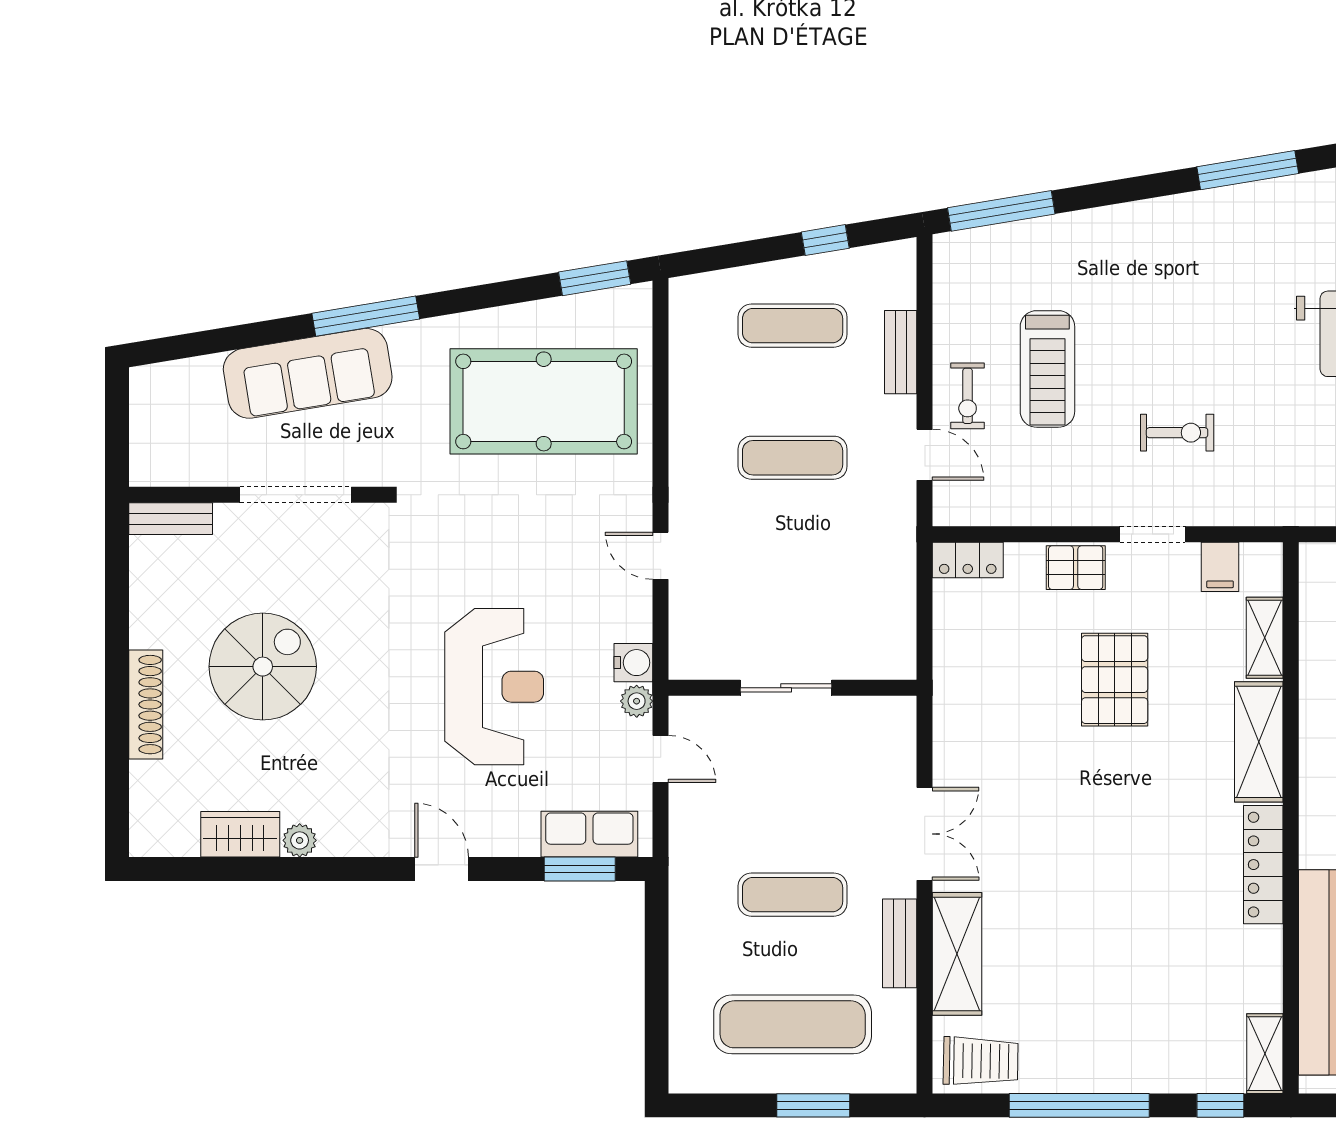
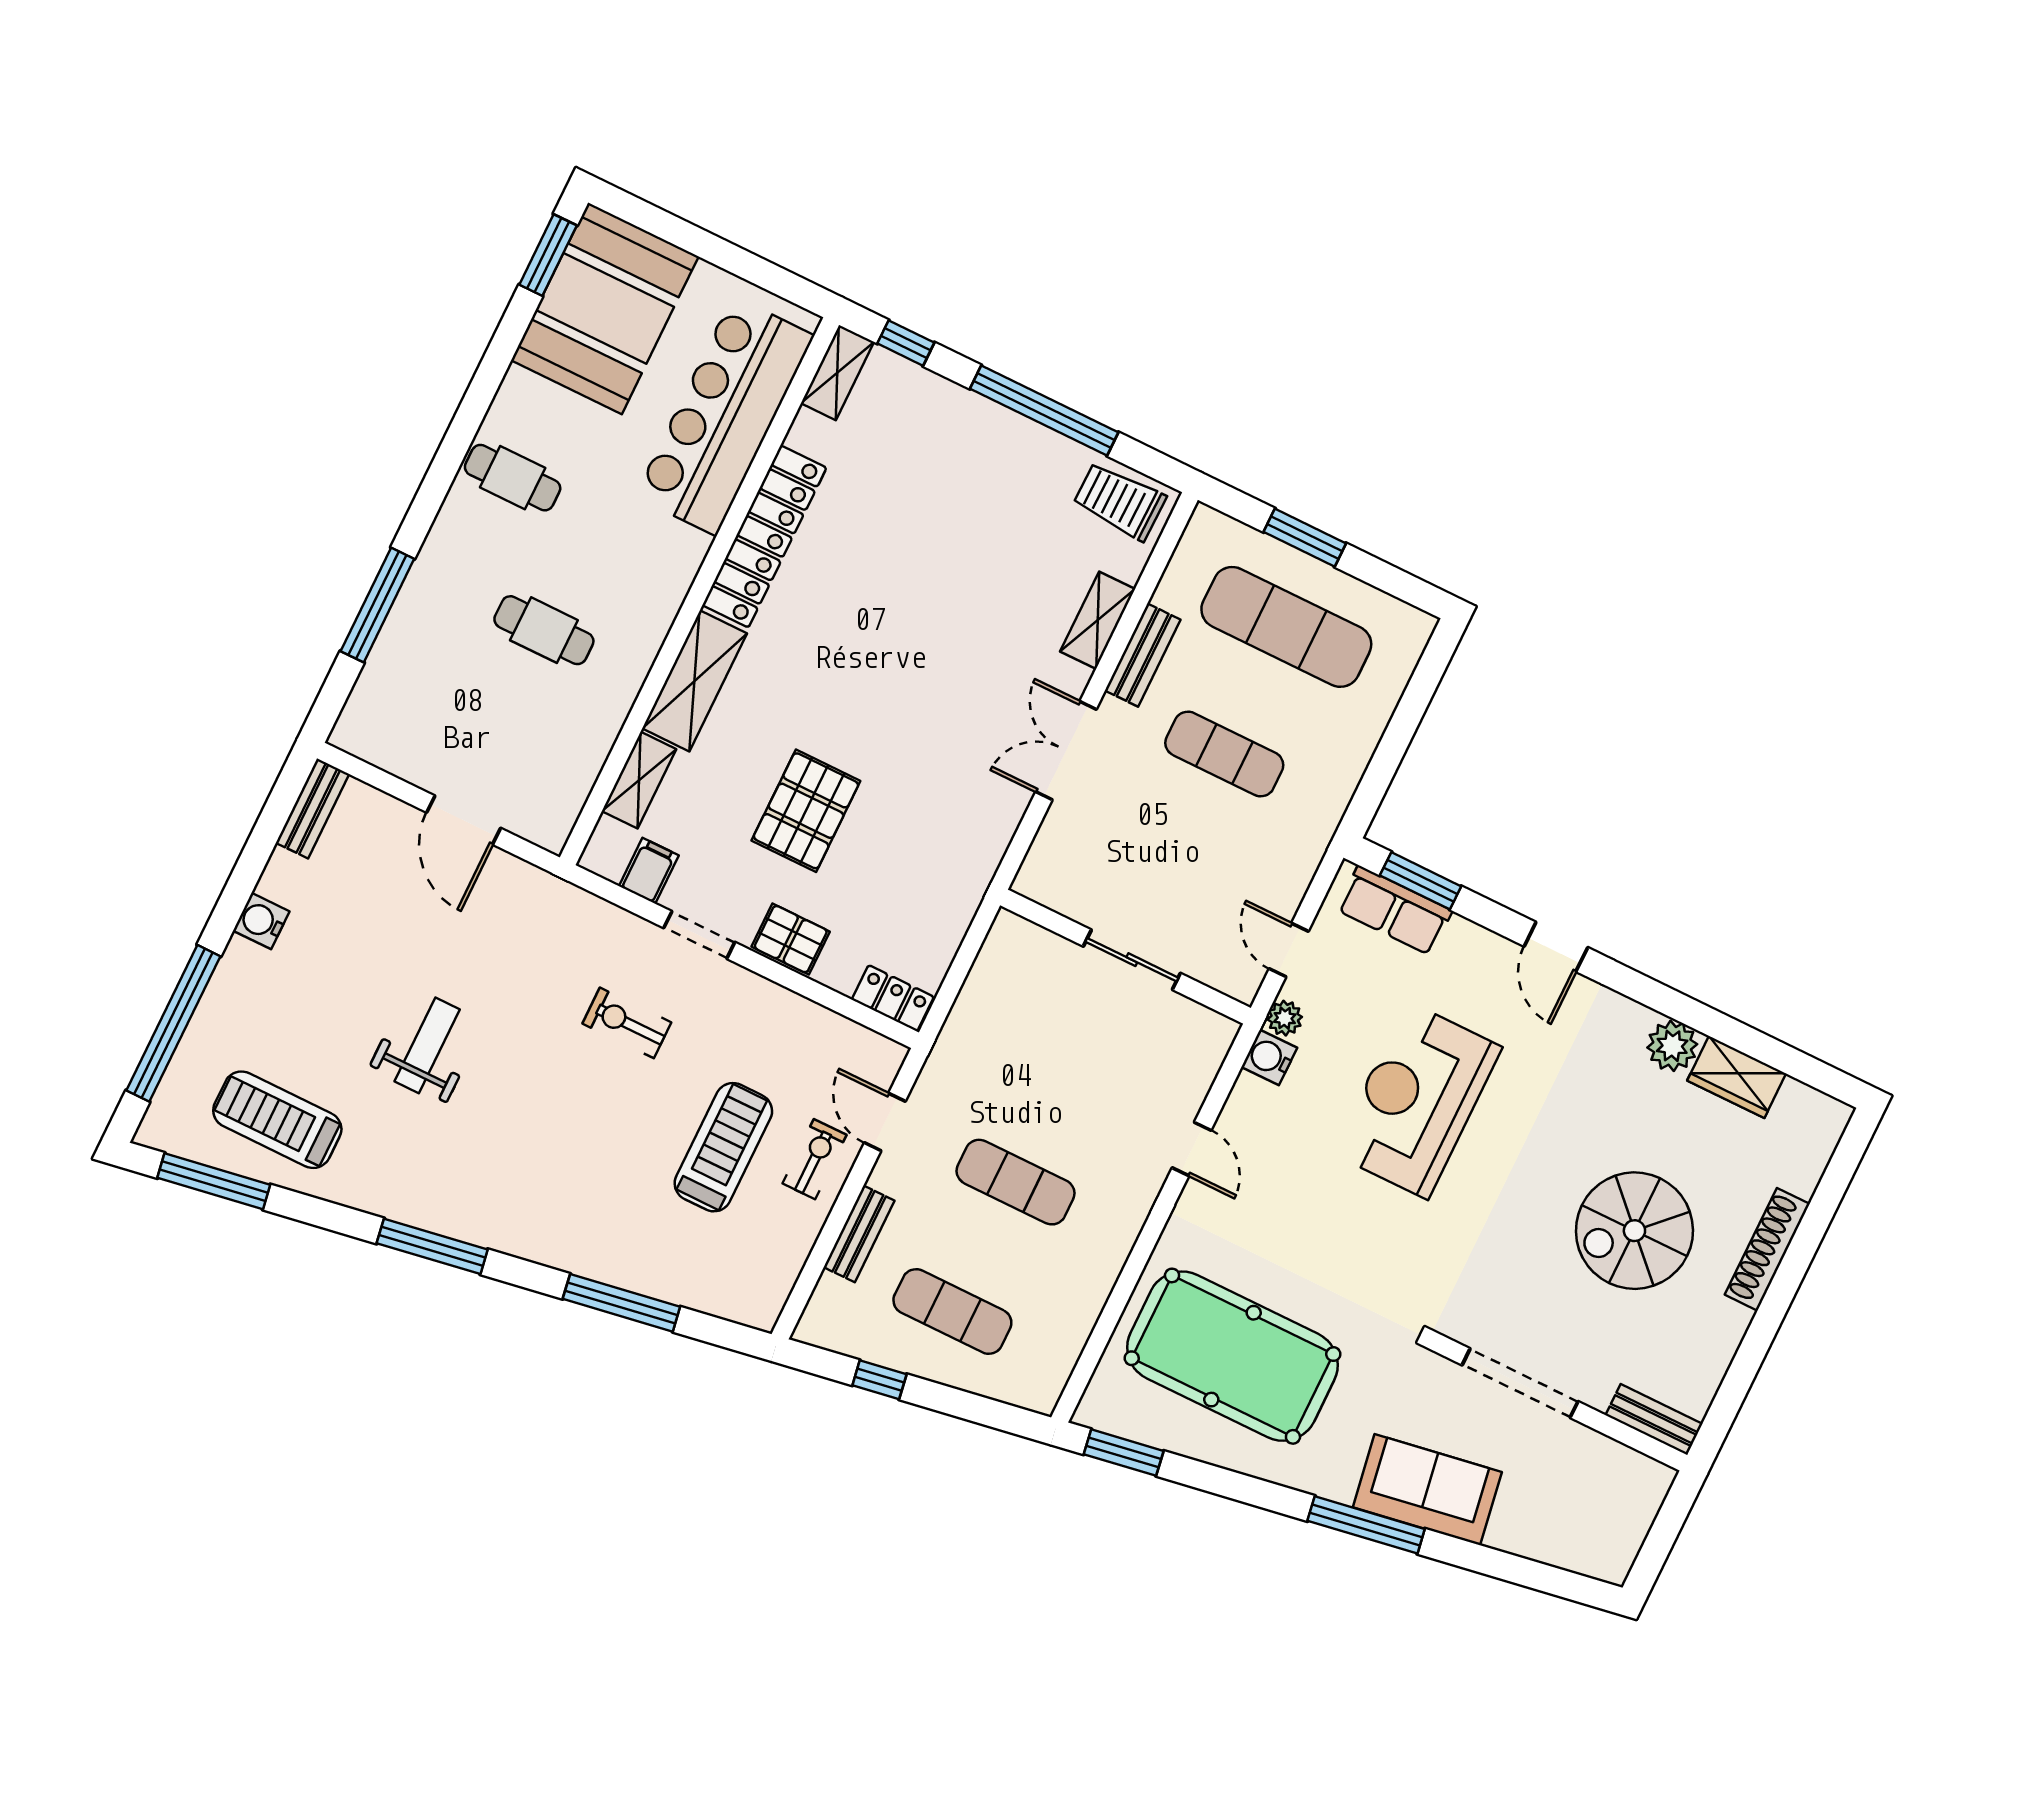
window: (1001, 211) -> (621, 1303), moved
sofa: (308, 373) -> (1427, 1490), width x0.73
plant: (300, 840) -> (1672, 1046), width x1.38, depth x1.38
locker: (1263, 865) -> (764, 536), width x1.41, depth x1.21
shelving: (957, 954) -> (1098, 620), width x0.67, depth x0.75

